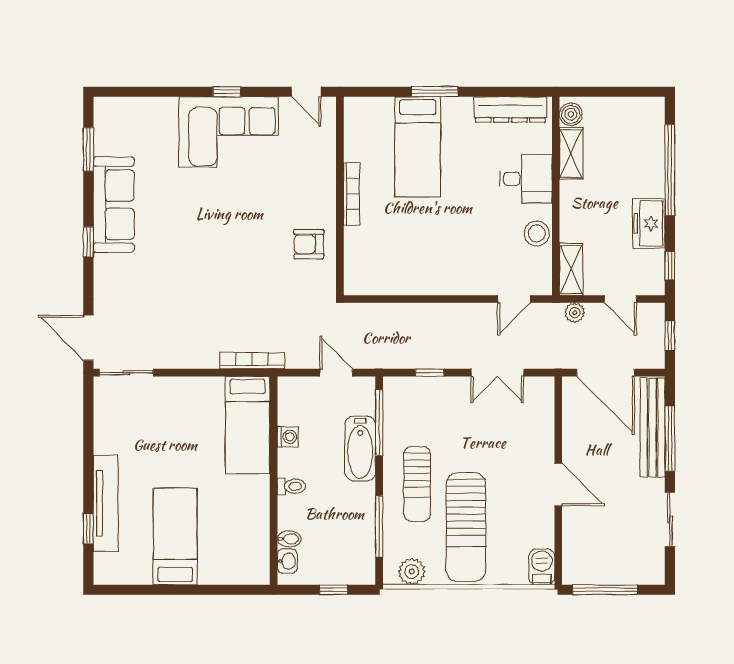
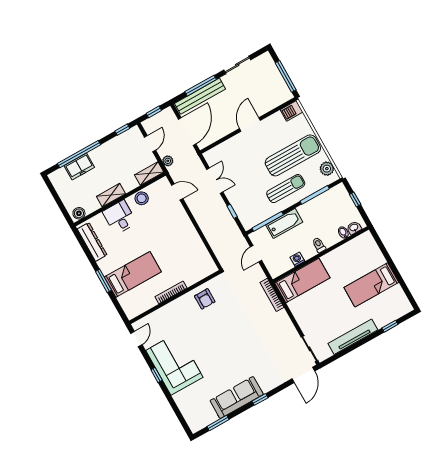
shelving: (571, 153) -> (111, 195), moved
freezer: (649, 223) -> (79, 166), moved
tv unit: (106, 503) -> (353, 337), moved

